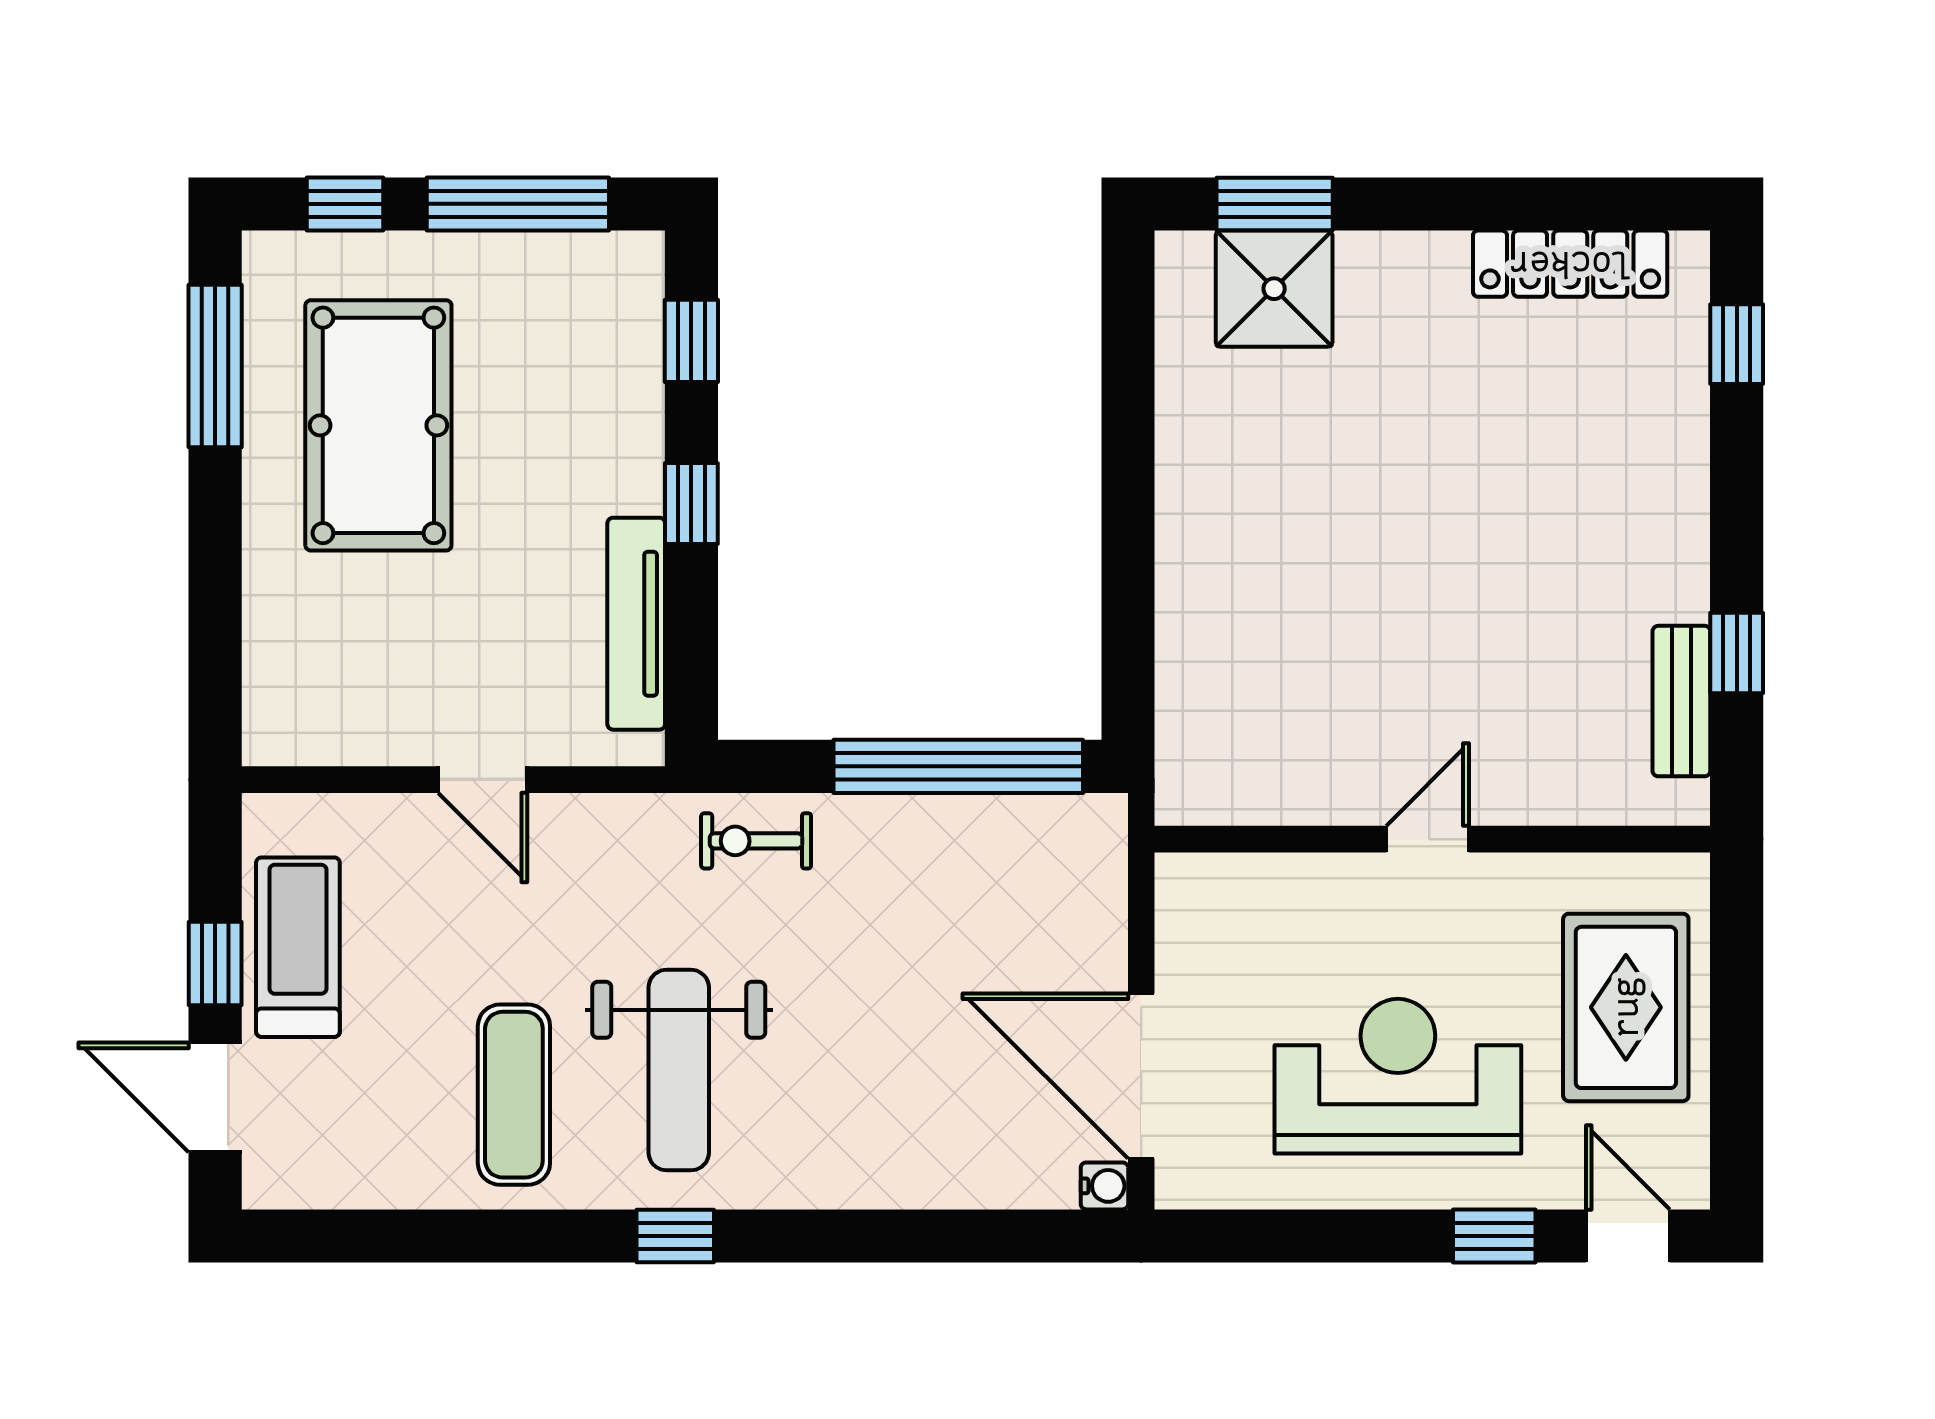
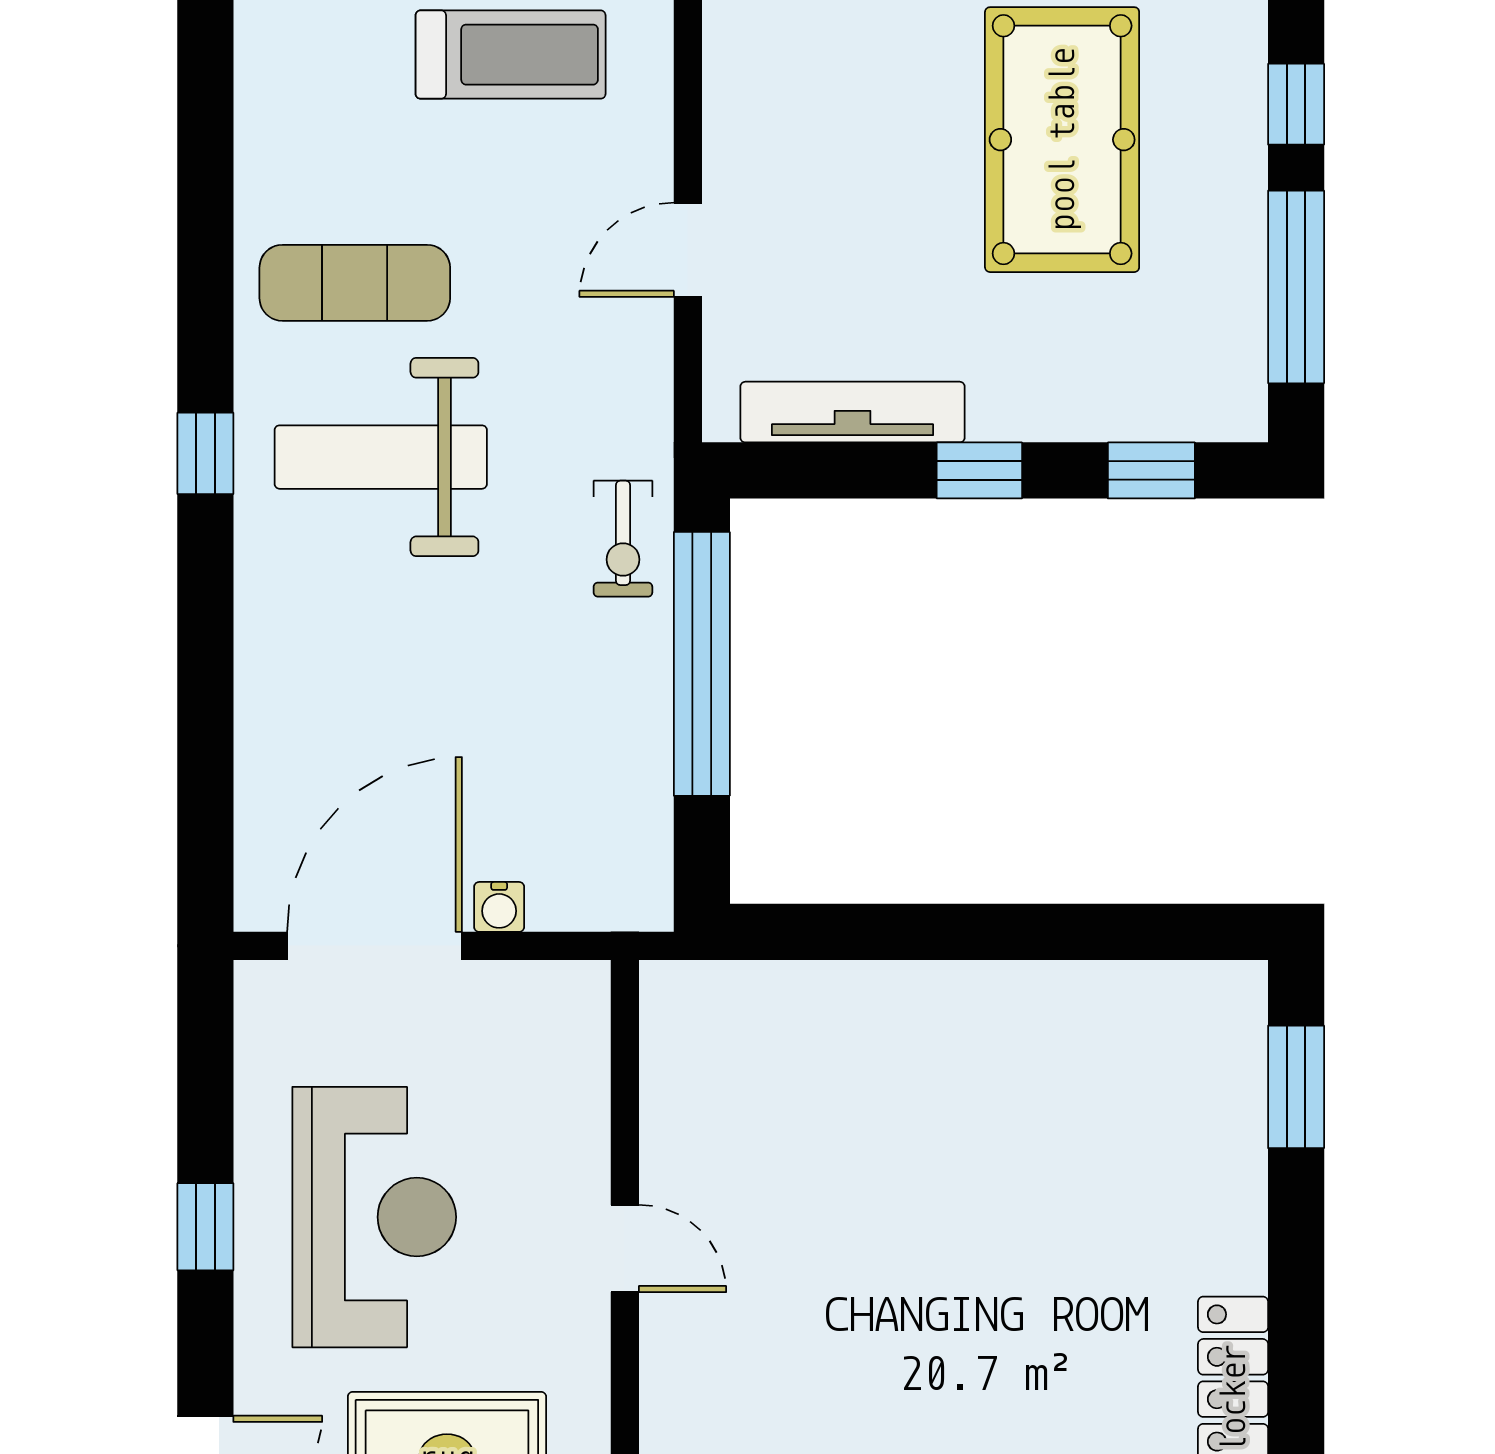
shower: (1274, 289) -> (1207, 1086), removed
pool table: (378, 425) -> (1062, 140), turned 90
window: (958, 766) -> (702, 664), moved
exercise bike: (756, 841) -> (623, 539), turned 180
water cooler: (1104, 1186) -> (499, 907), moved
window: (1494, 1236) -> (205, 1227), moved

